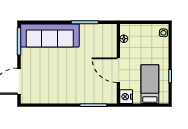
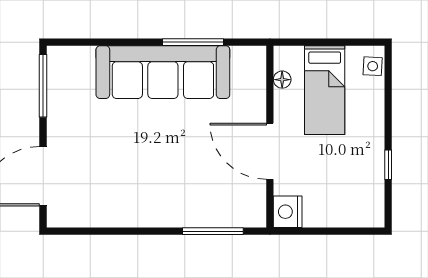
sofa: (50, 35) -> (163, 72), moved
bed: (150, 84) -> (325, 90), moved, turned 180

